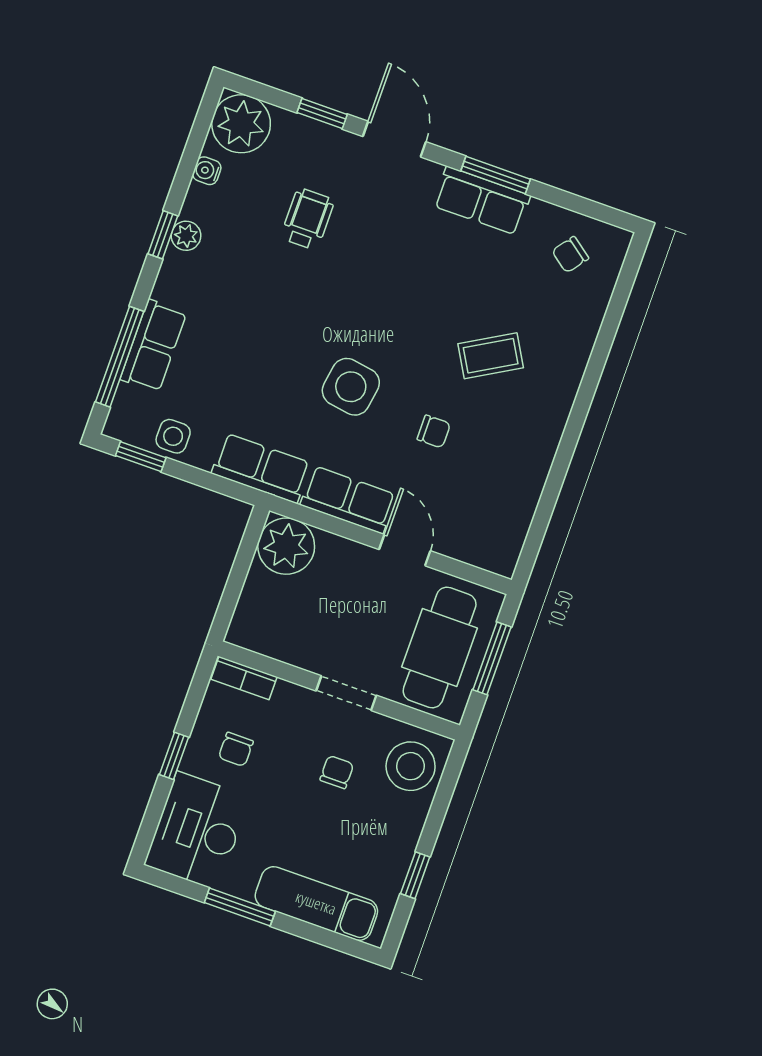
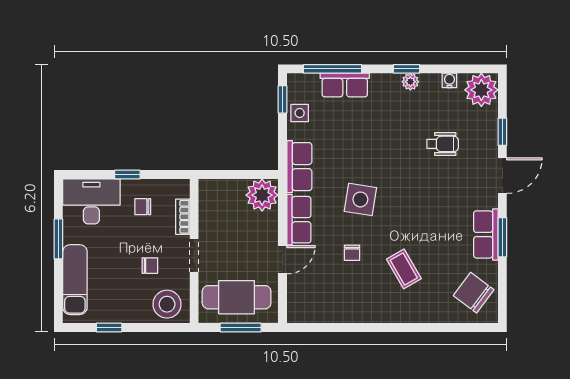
chair: (570, 255) -> (474, 293), width x1.87, depth x1.87
bookcase: (244, 678) -> (183, 217), moved

